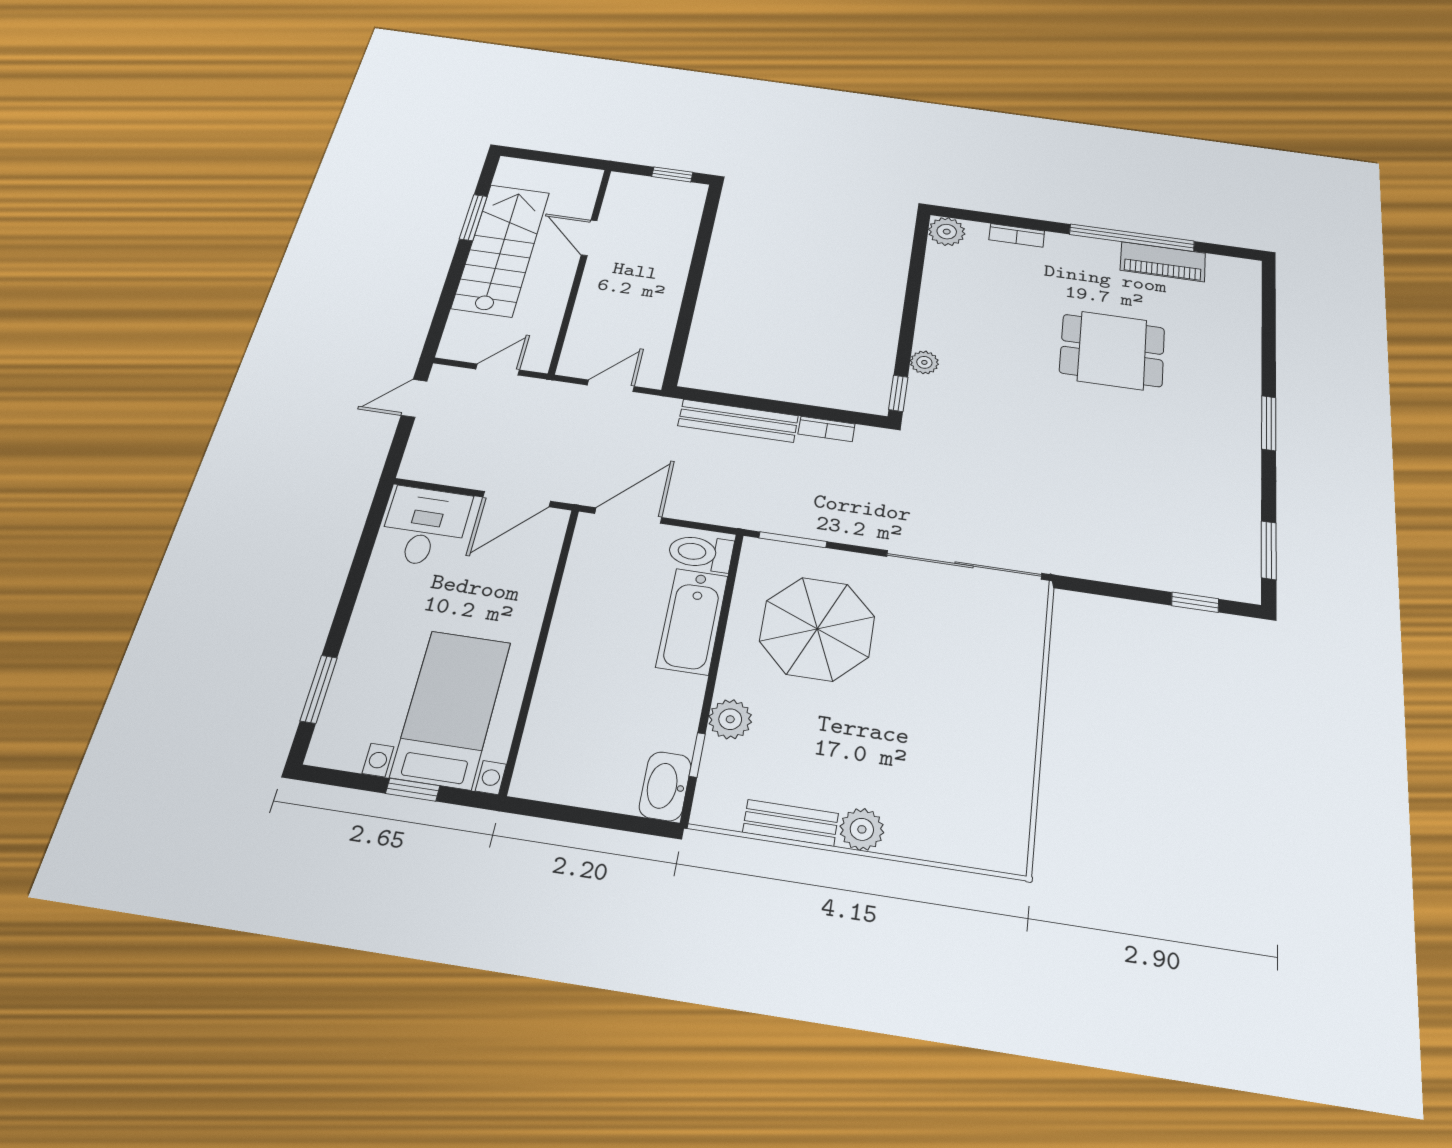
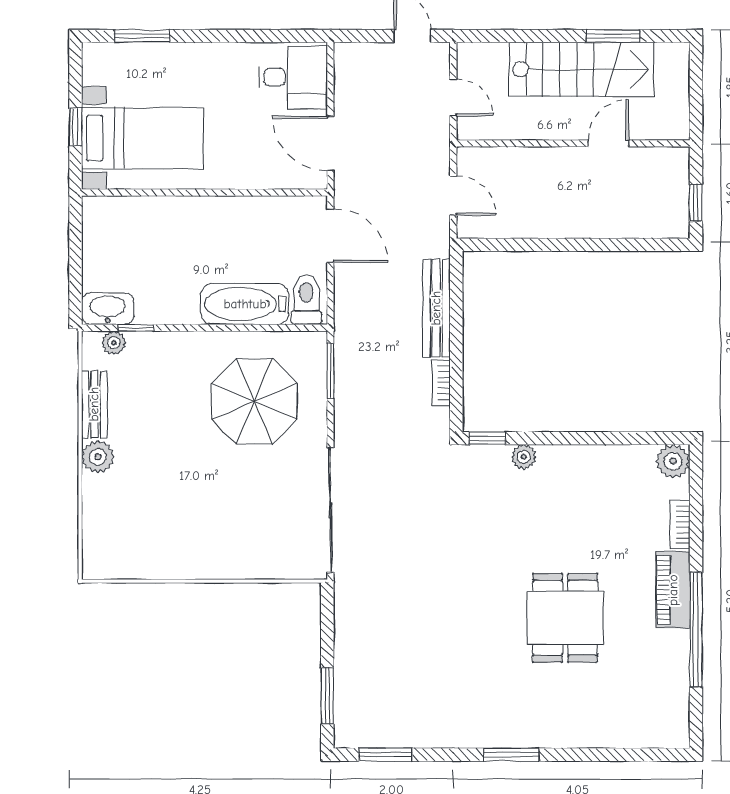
piano: (1163, 262) -> (673, 590), moved
window: (1195, 602) -> (327, 696), width x1.50
plant: (730, 719) -> (114, 343), moved, width x0.73, depth x0.73

